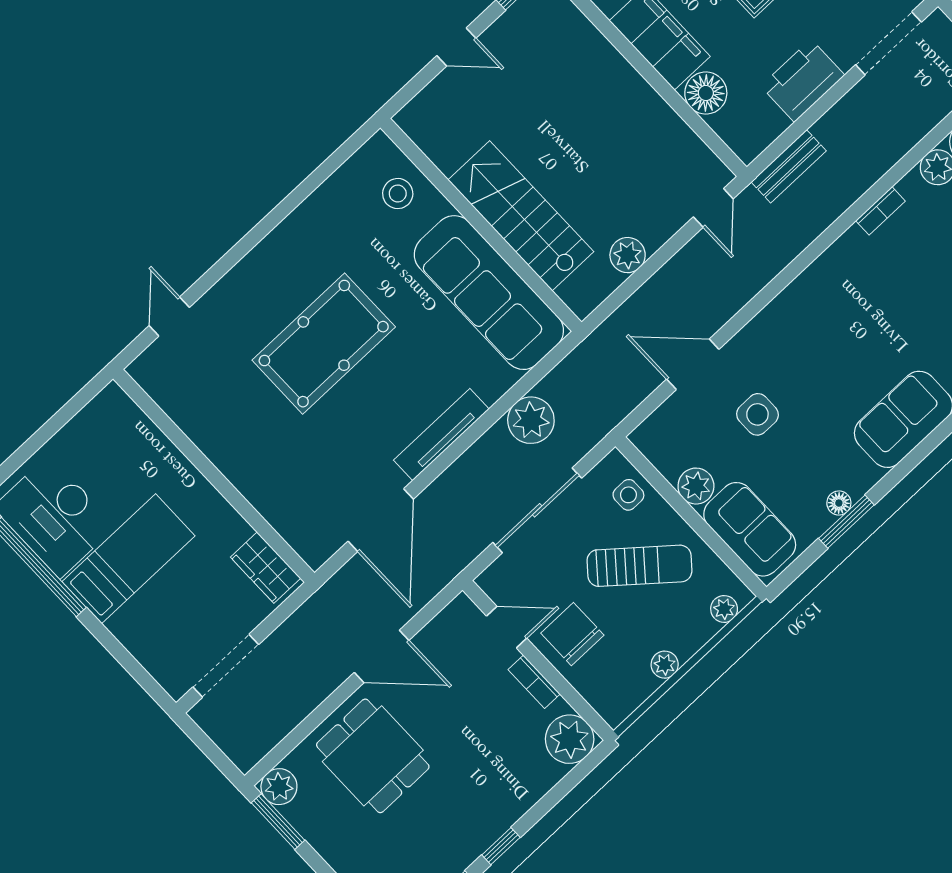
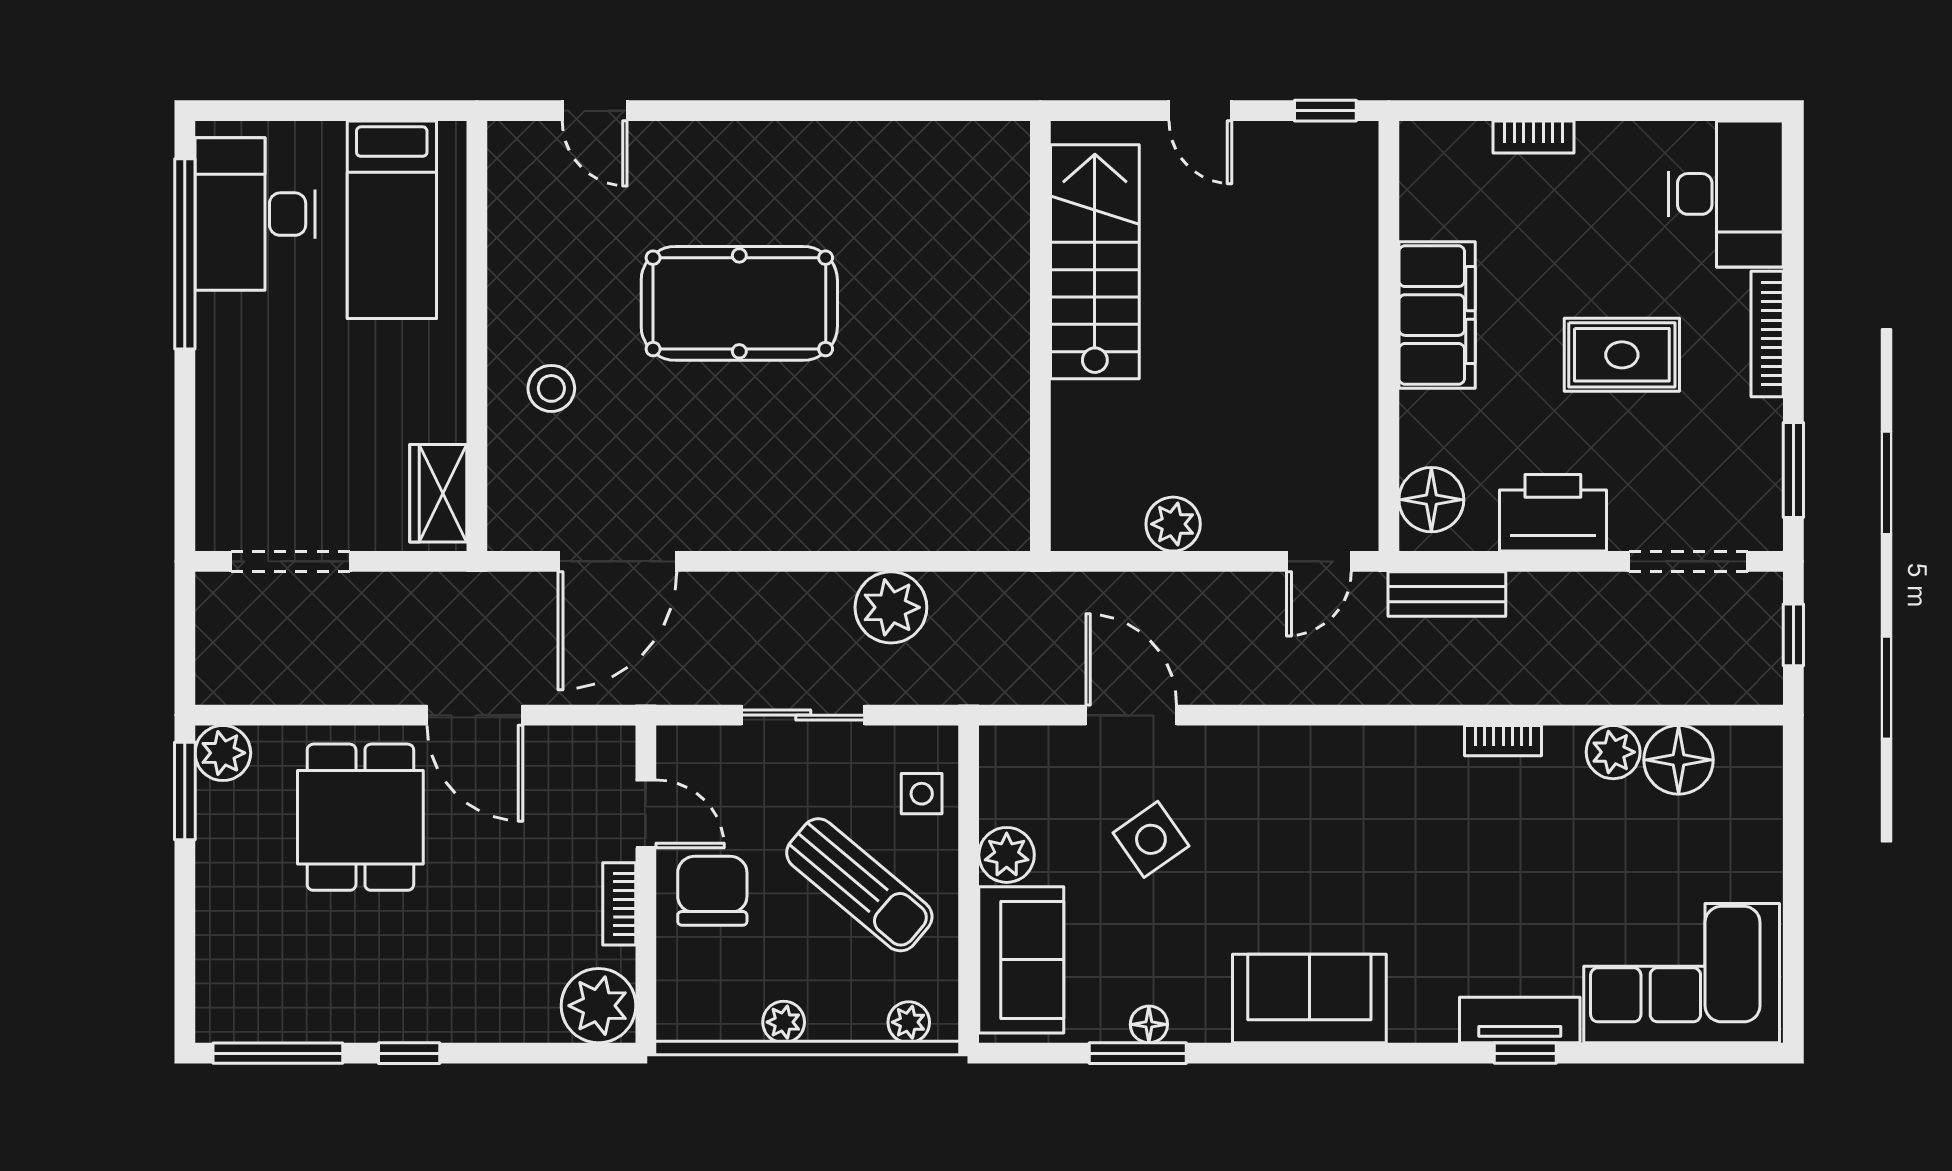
floor lamp: (706, 93) -> (1431, 500), moved
stool: (398, 194) -> (551, 388), moved
stairs: (521, 216) -> (1095, 262), moved
sofa: (489, 293) -> (978, 420), removed
door: (169, 317) -> (595, 111), swing flipped
side table: (757, 414) -> (1151, 839), turned -35
tv unit: (441, 435) -> (775, 529), removed
sliding door: (537, 510) -> (803, 715), width x0.73
bed: (129, 559) -> (392, 220), moved, turned 90

